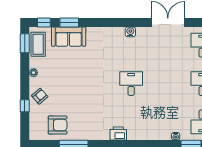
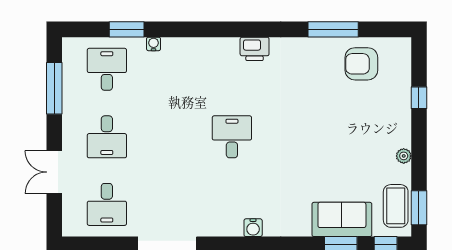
water cooler: (130, 32) -> (253, 228), moved
desk: (131, 84) -> (232, 137), turned 180
armchair: (40, 96) -> (393, 115), removed

